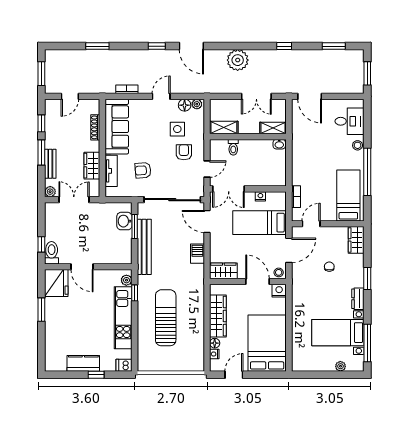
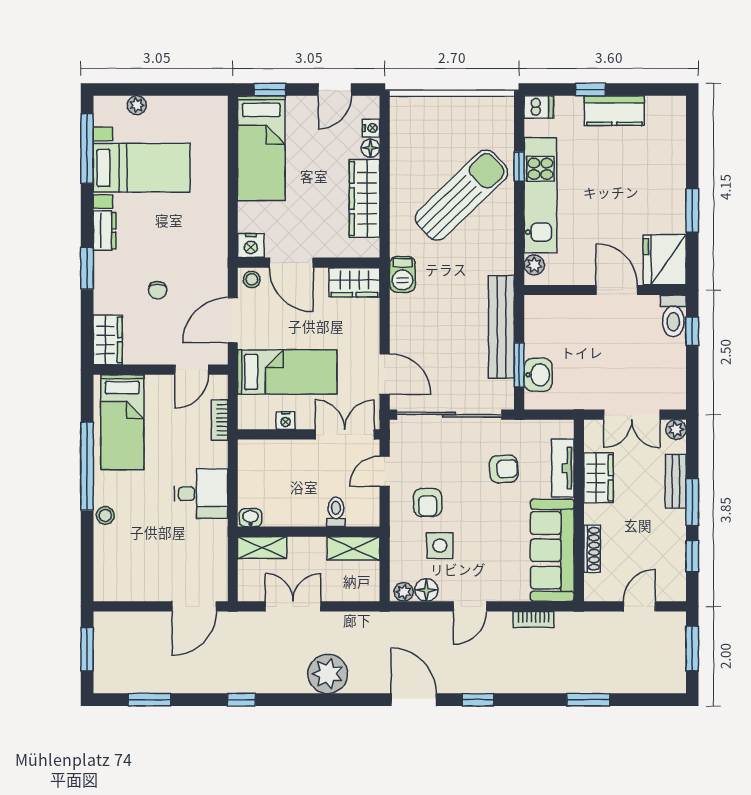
door: (310, 96) -> (194, 606), swing flipped
desk: (350, 121) -> (201, 494), moved, turned 180
barbecue: (197, 254) -> (402, 274), moved
window: (135, 293) -> (519, 167), moved
sun lounger: (166, 318) -> (461, 195), turned -134
bed: (267, 343) -> (261, 148), width x0.67
window: (269, 375) -> (270, 90), added

